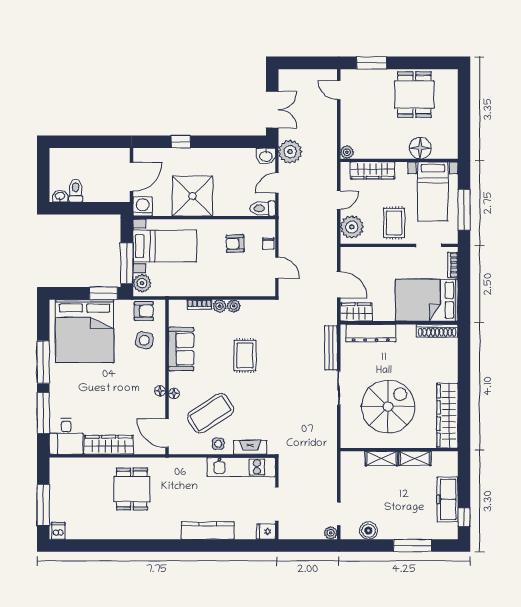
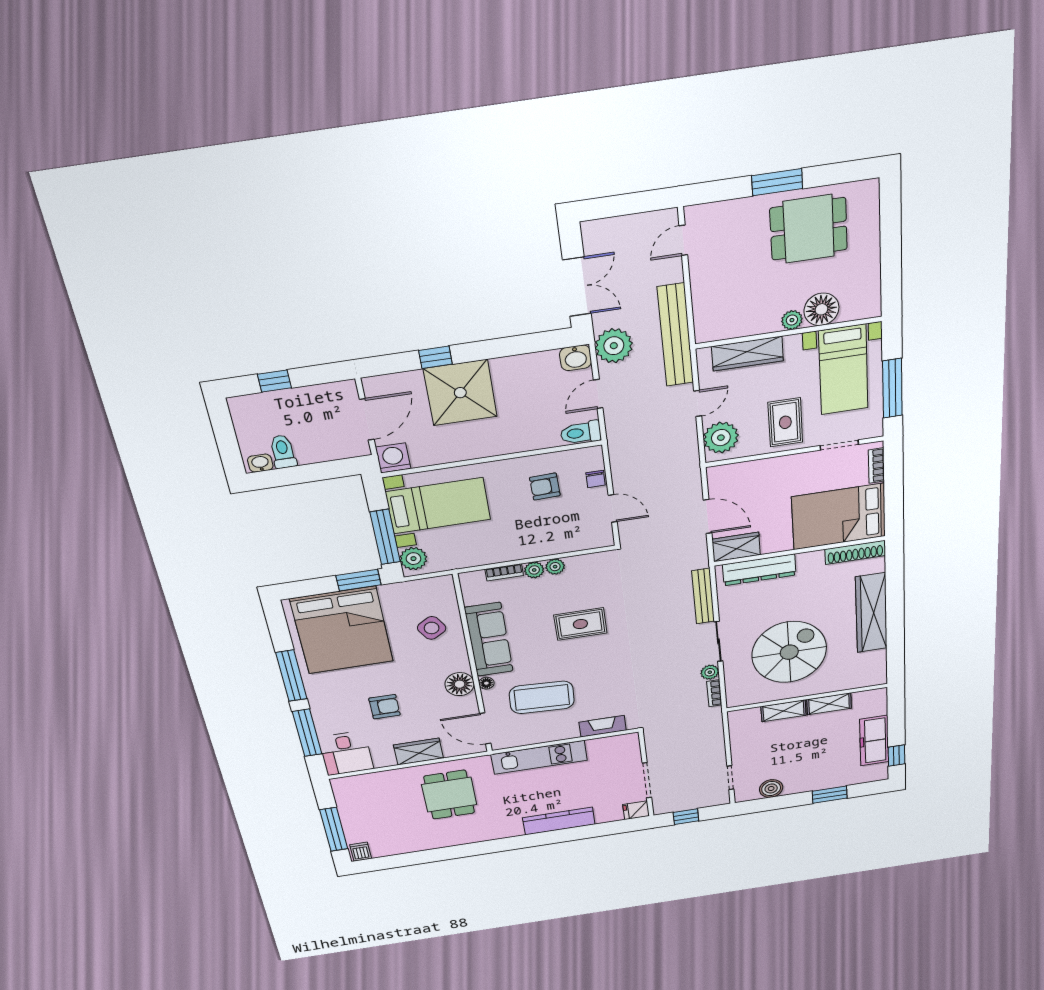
window: (372, 63) -> (777, 182), moved
door: (339, 90) -> (683, 240), hinge flipped
dining table: (414, 95) -> (809, 229), turned 90
window: (81, 142) -> (274, 381), added
bench: (329, 151) -> (675, 335), added
plant: (347, 152) -> (792, 320), moved
shower: (192, 196) -> (460, 393), moved
armchair: (144, 311) -> (385, 707), moved
side table: (144, 340) -> (432, 628), turned 45
sofa: (181, 349) -> (489, 640), width x1.36
rug: (245, 356) -> (580, 624), turned 90
floor lamp: (160, 391) -> (460, 684), width x1.89, depth x1.89
coffee table: (210, 413) -> (542, 697), turned 36
wardrobe: (447, 416) -> (871, 613), moved
bookcase: (333, 433) -> (714, 693), added
side table: (218, 444) -> (558, 729), removed
wardrobe: (109, 445) -> (418, 752), width x0.67
kitchen unit: (241, 467) -> (539, 757), moved
plant: (331, 533) -> (710, 672), moved
window: (303, 546) -> (686, 817), added
window: (412, 546) -> (830, 795), width x0.69

